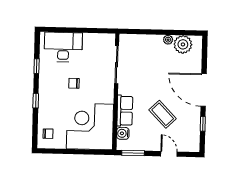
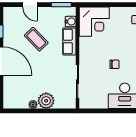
plant: (183, 44) -> (46, 101), moved
corner desk: (90, 126) -> (94, 22), width x0.74, depth x0.74

